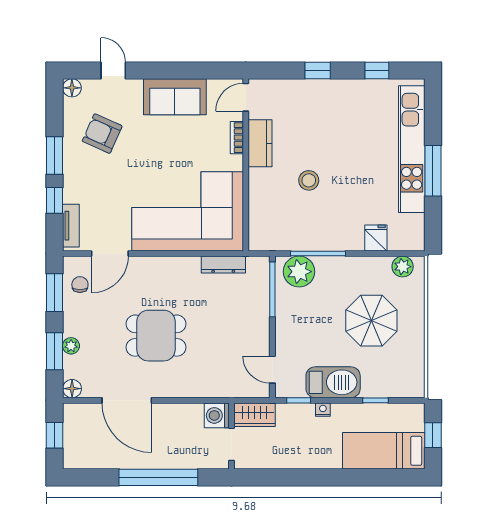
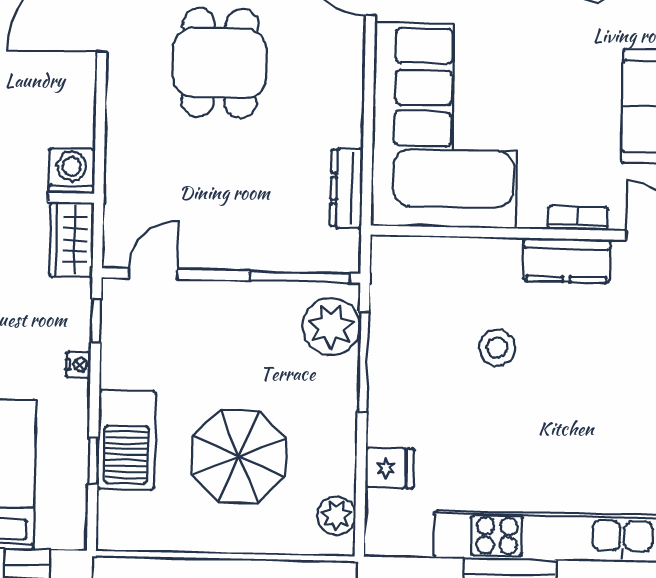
barbecue: (333, 382) -> (127, 440), moved

